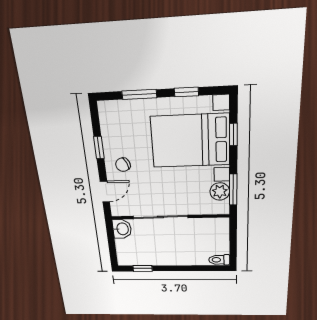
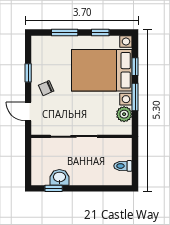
window: (233, 190) -> (135, 97), moved
door: (105, 192) -> (28, 112), swing flipped
washbasin: (122, 229) -> (59, 177), moved, turned -90
toilet: (219, 260) -> (123, 166), moved

